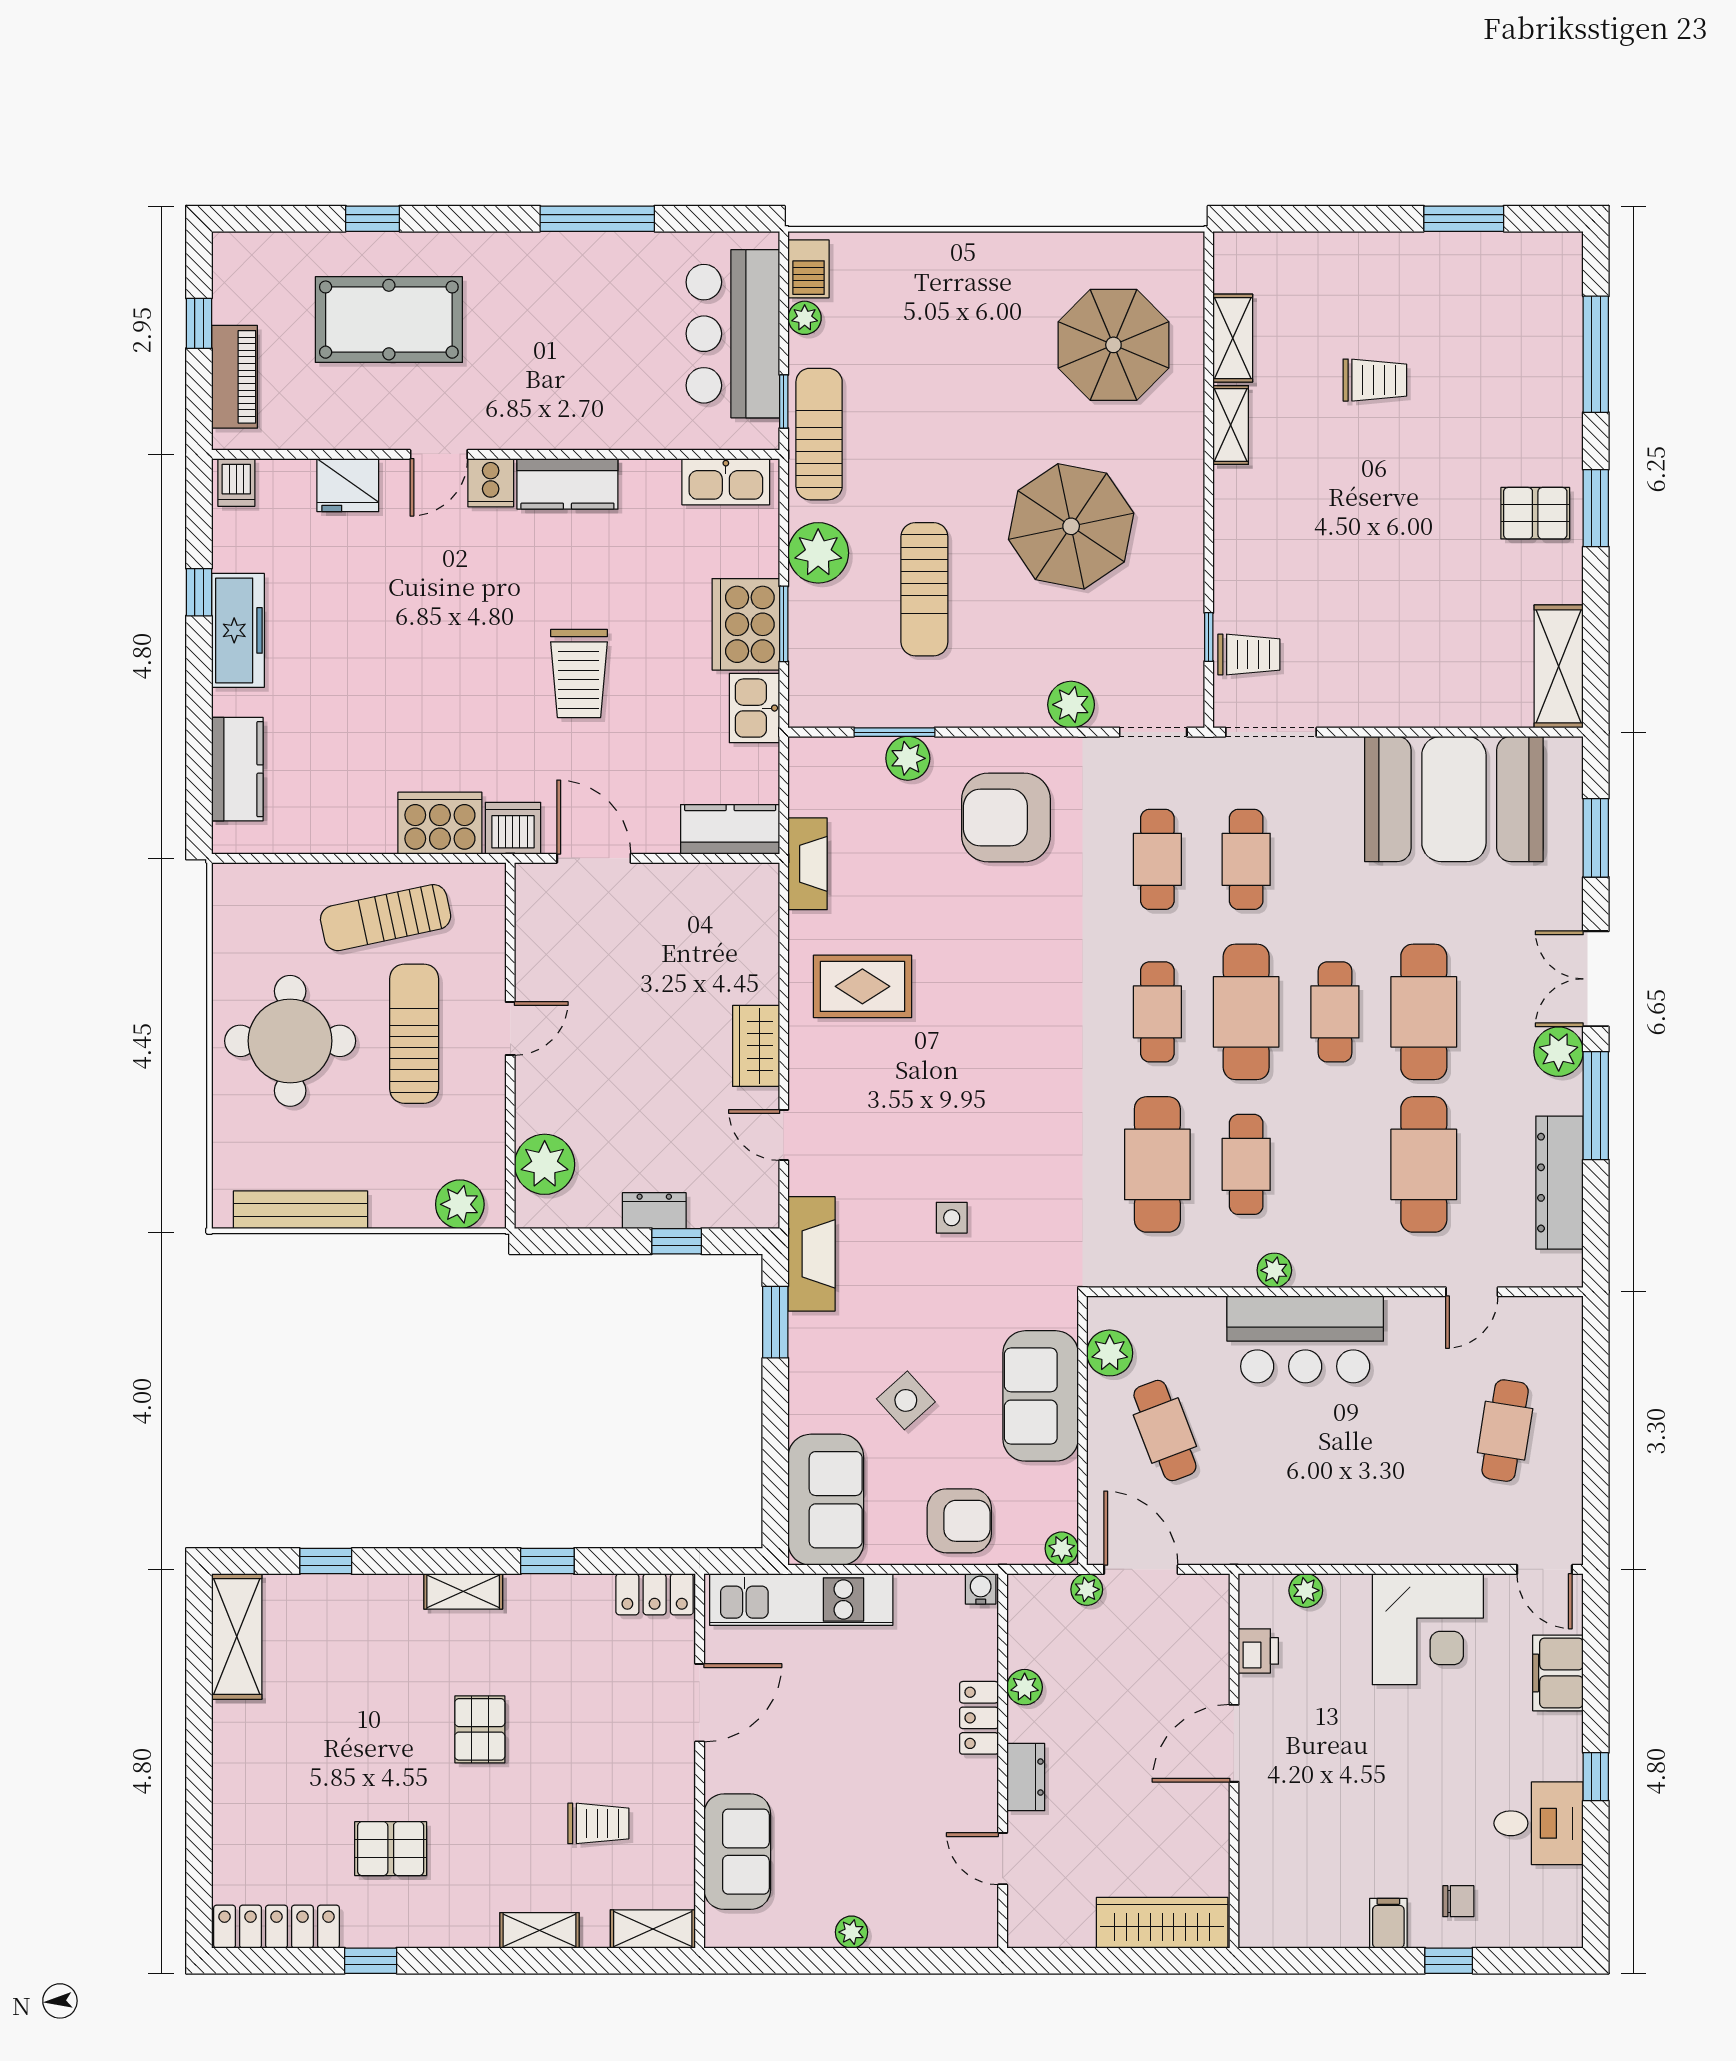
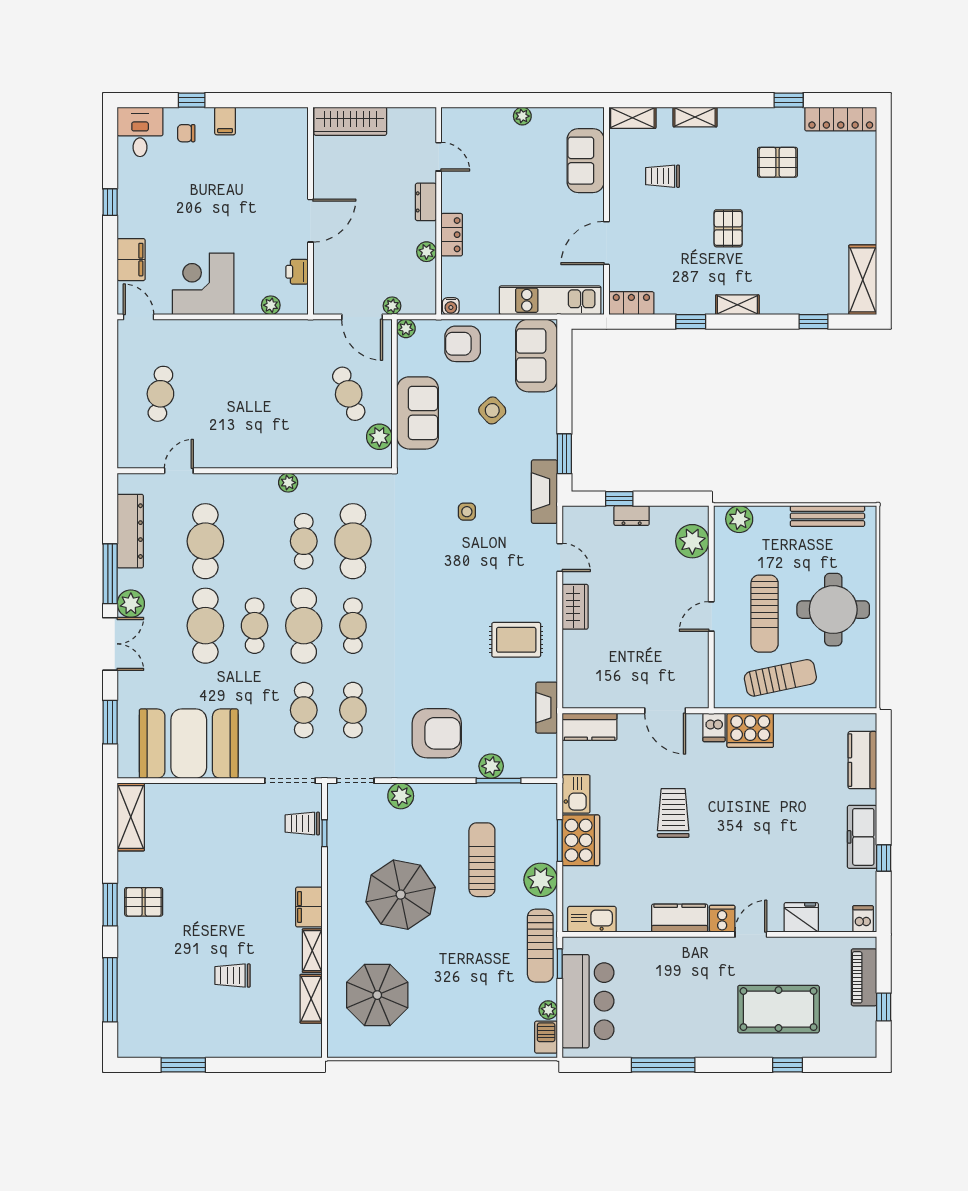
filing cabinet: (1237, 504) -> (309, 907), added
dishwasher: (513, 828) -> (714, 727), width x0.73
bar counter: (1305, 1339) -> (271, 444), removed
desk: (1539, 1823) -> (140, 132), moved, turned 90

